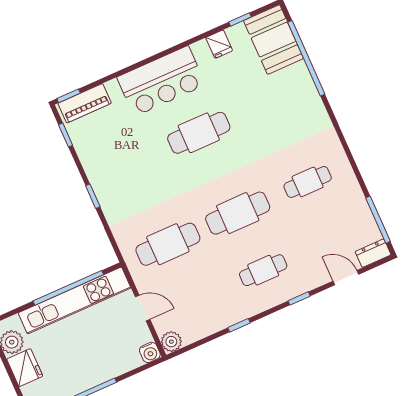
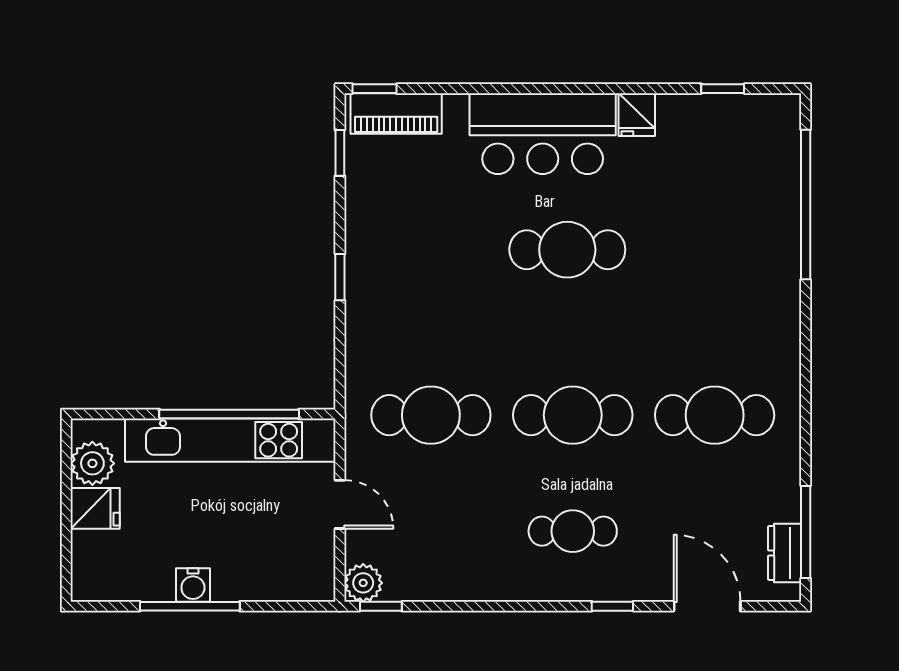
booth: (274, 40) -> (764, 148), removed
fridge: (219, 44) -> (637, 115), moved
cafe table: (308, 182) -> (715, 415), width x1.37, depth x1.35
dresser: (373, 253) -> (785, 553), moved, turned -90
door: (346, 278) -> (707, 606), width x1.38
window: (239, 325) -> (381, 606), moved
water cooler: (150, 352) -> (193, 585), moved
fridge: (25, 368) -> (95, 508), width x0.72

